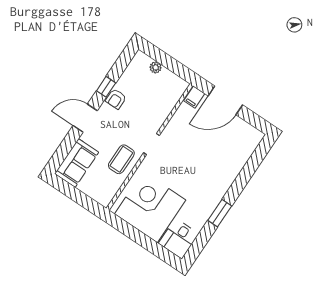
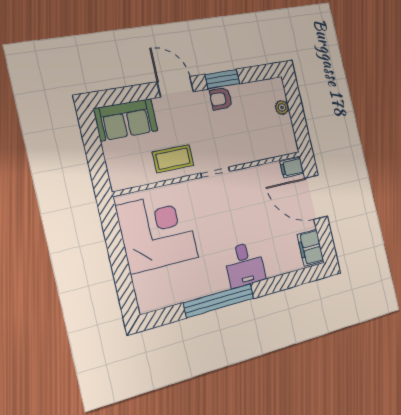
window: (106, 87) -> (222, 79), width x1.50
filing cabinet: (249, 134) -> (311, 248), added
window: (220, 213) -> (219, 300), width x2.11
desk: (179, 239) -> (245, 264), moved, turned -90

